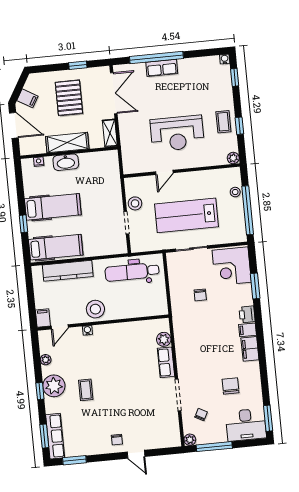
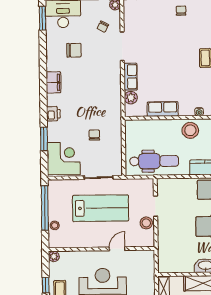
row of seats: (128, 330) -> (163, 109), added
filing cabinet: (248, 330) -> (54, 100), removed
chair: (231, 386) -> (74, 50), turned -90

